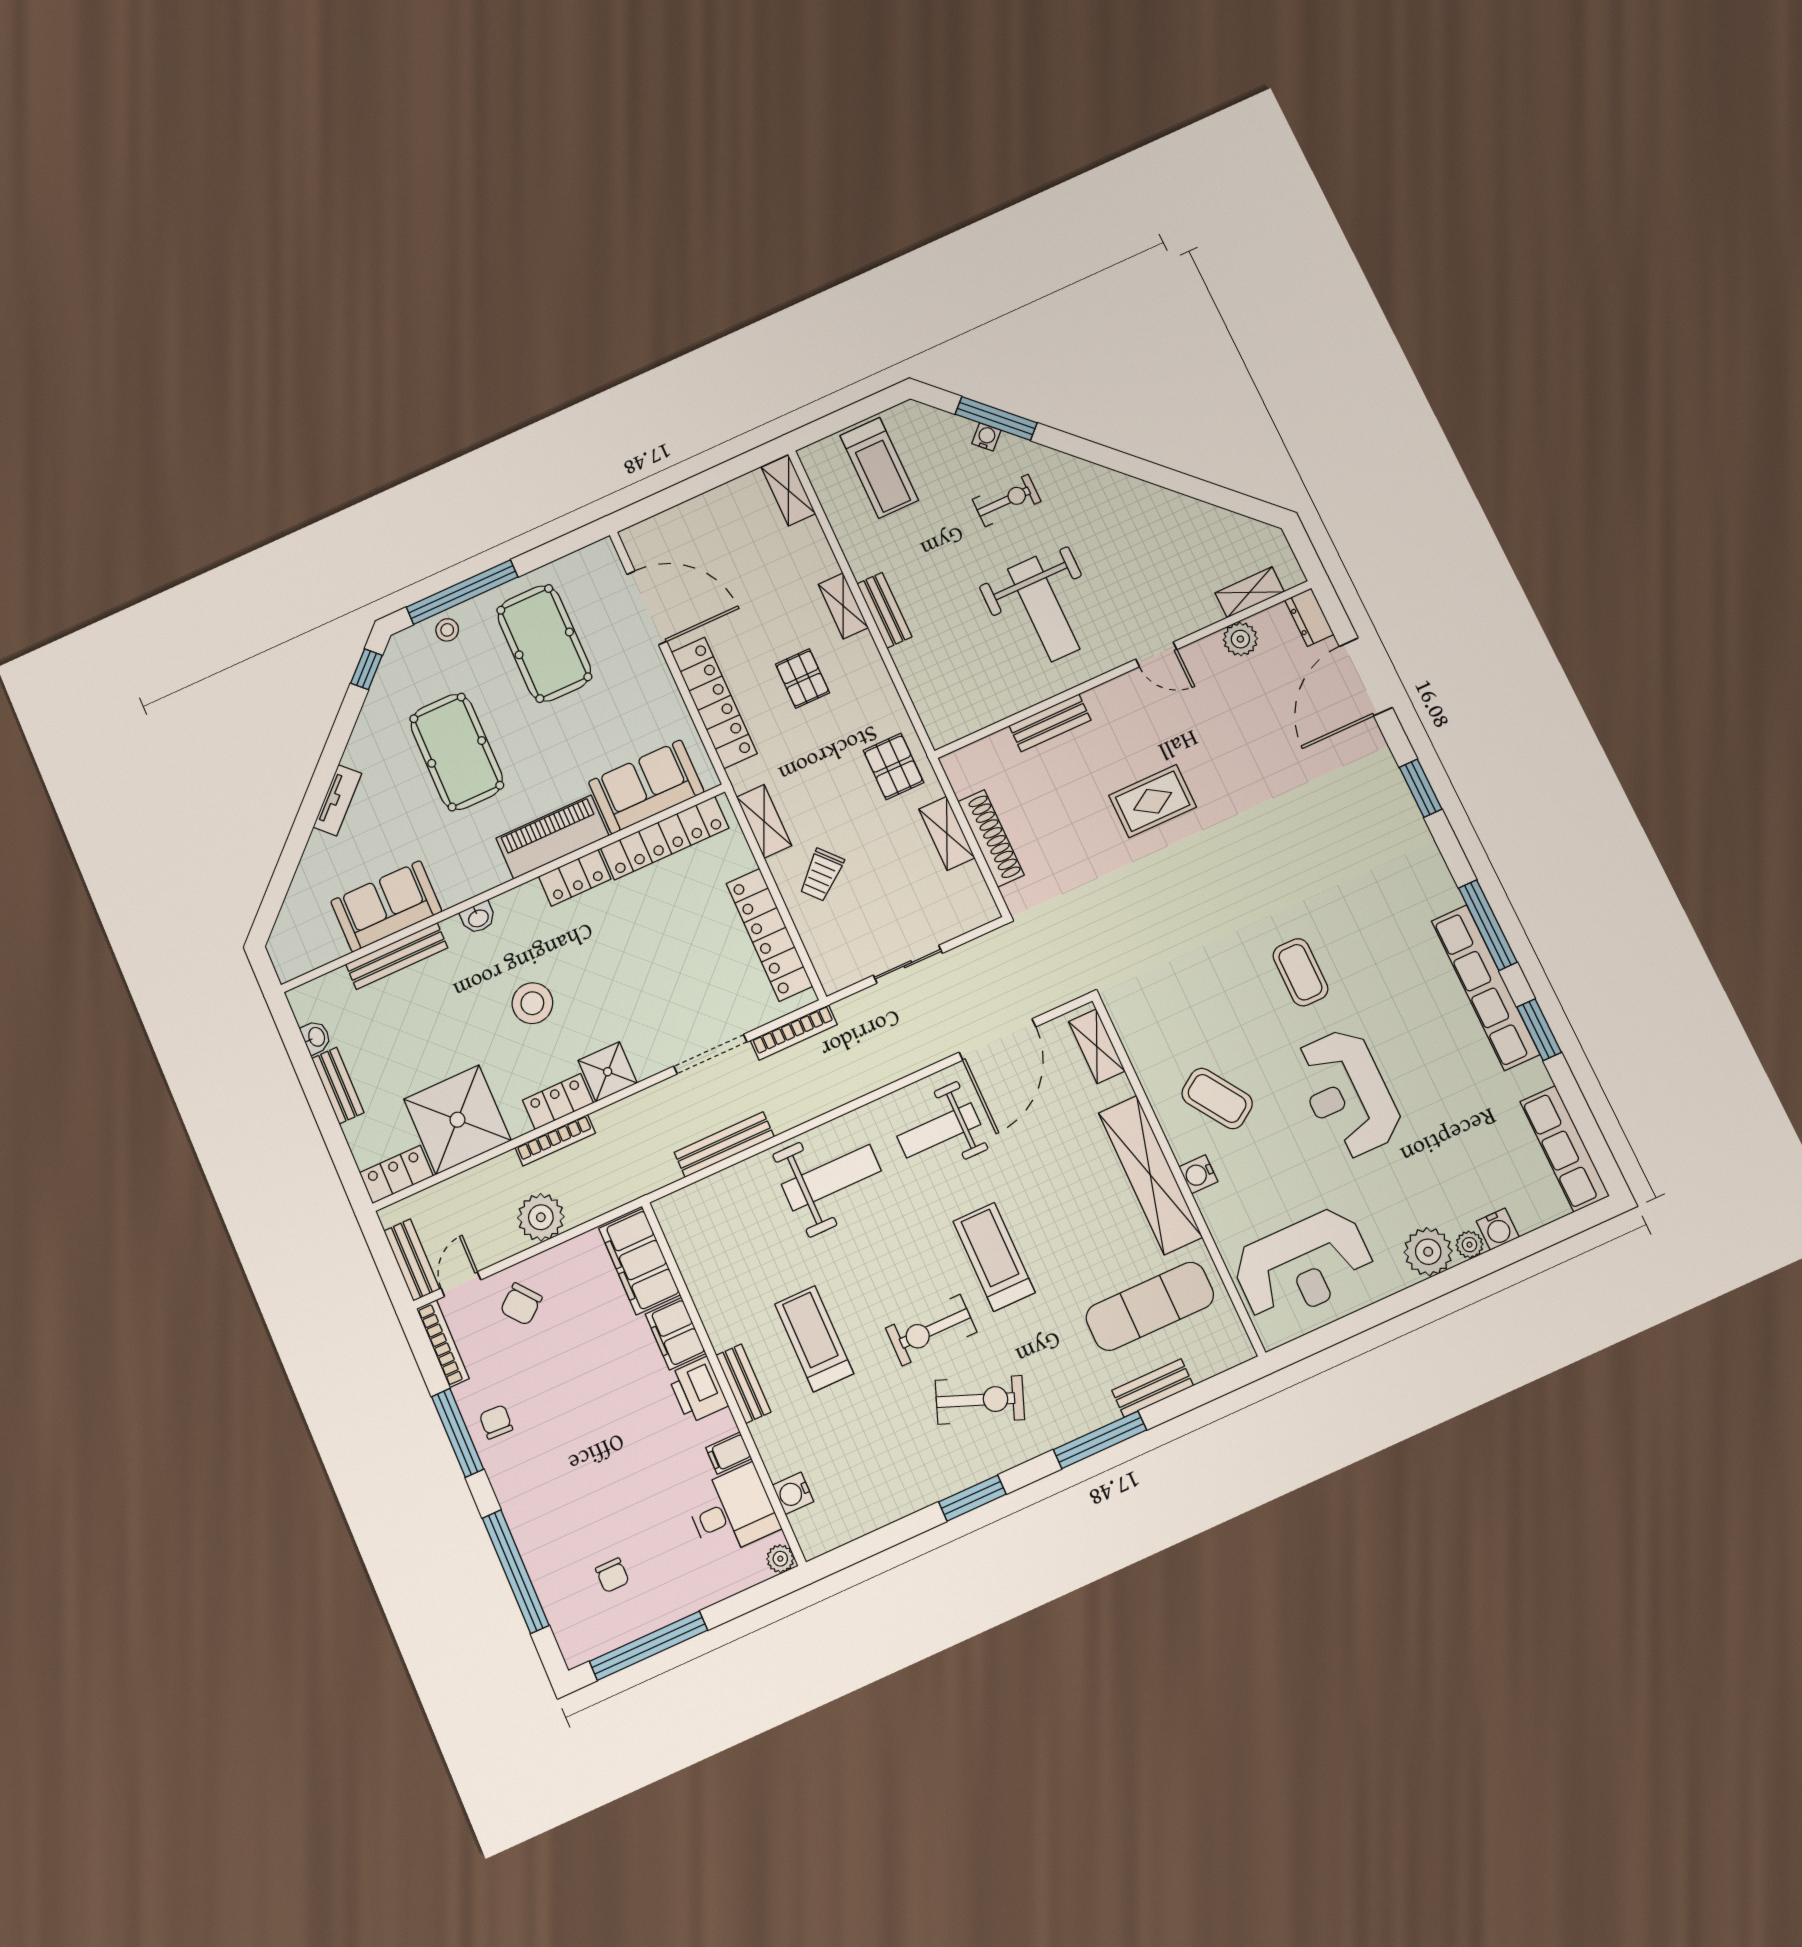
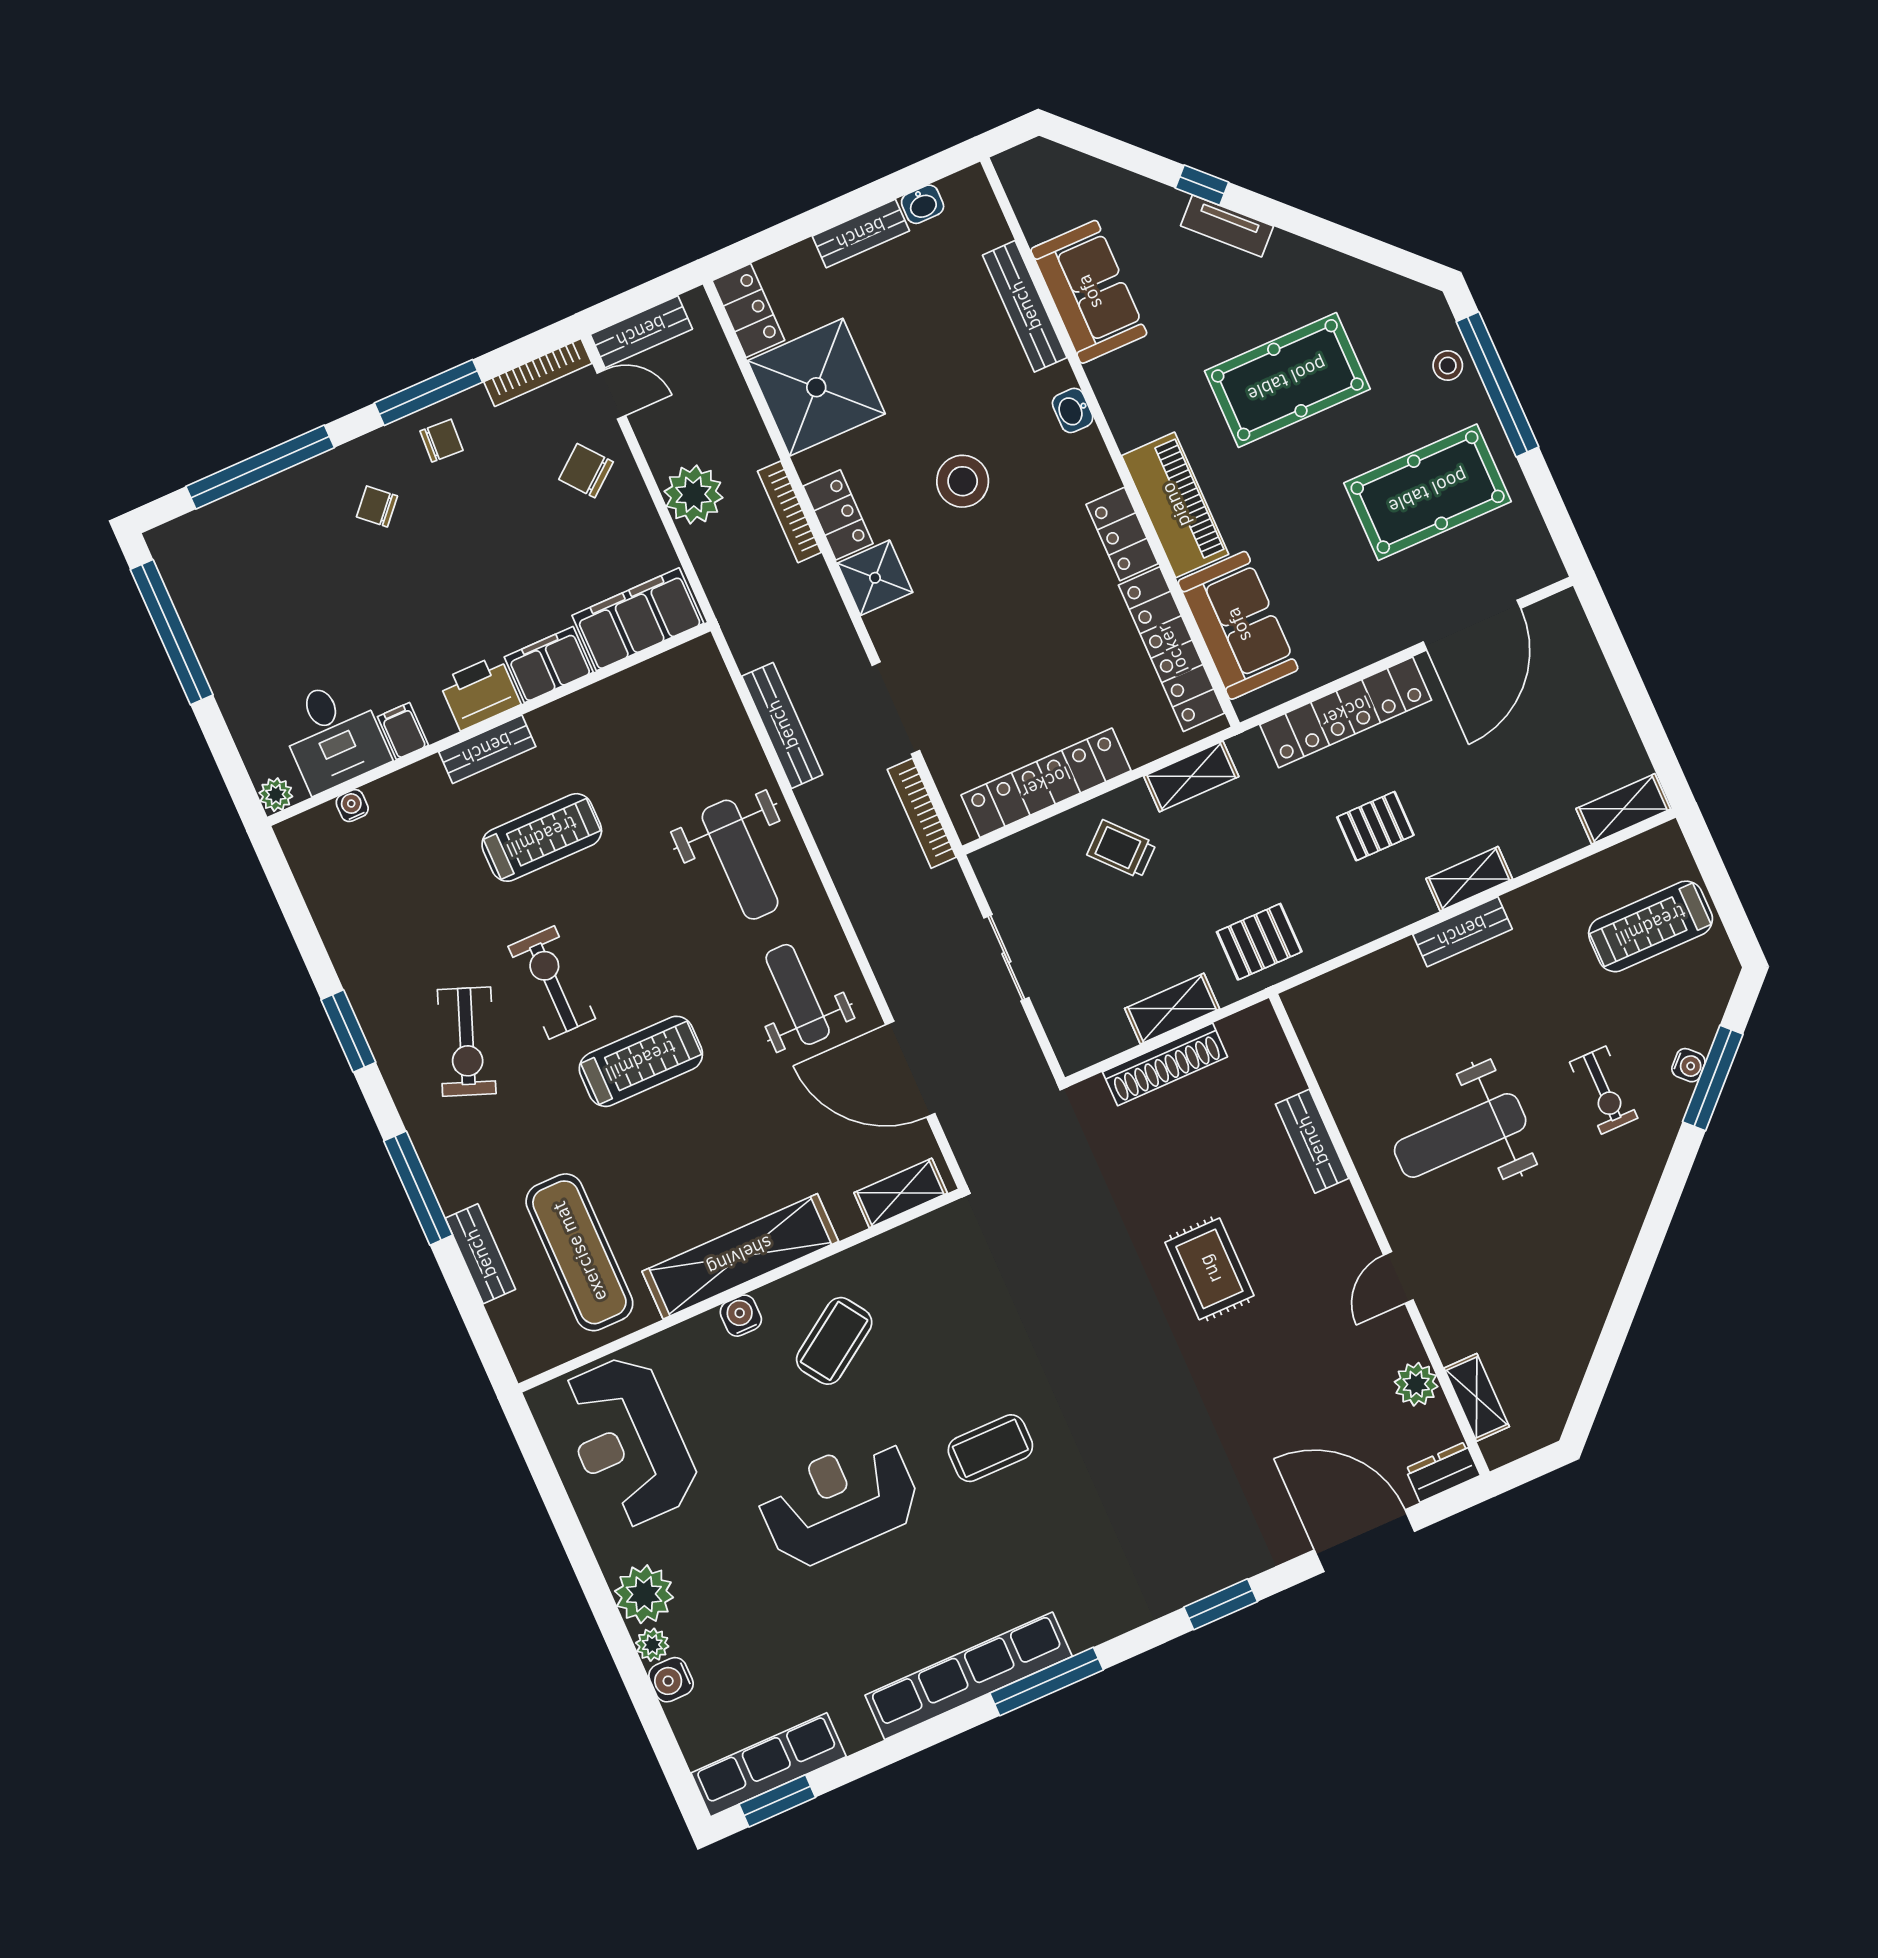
window: (366, 669) -> (1202, 185), moved
window: (1539, 1030) -> (777, 1801), moved
water cooler: (793, 1493) -> (352, 806), width x0.72, depth x0.72
chair: (612, 1575) -> (377, 506), moved, turned 42

